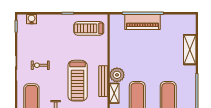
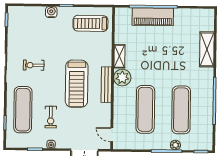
water cooler: (32, 19) -> (51, 12), moved
shelving: (114, 93) -> (119, 56), moved

